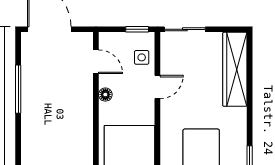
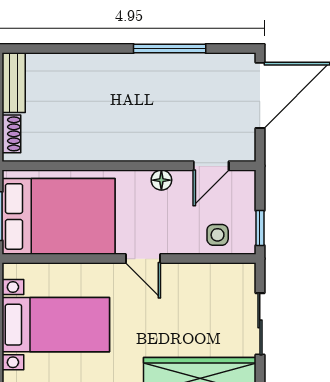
sliding door: (185, 29) -> (260, 324), moved
door: (157, 87) -> (143, 259), moved

